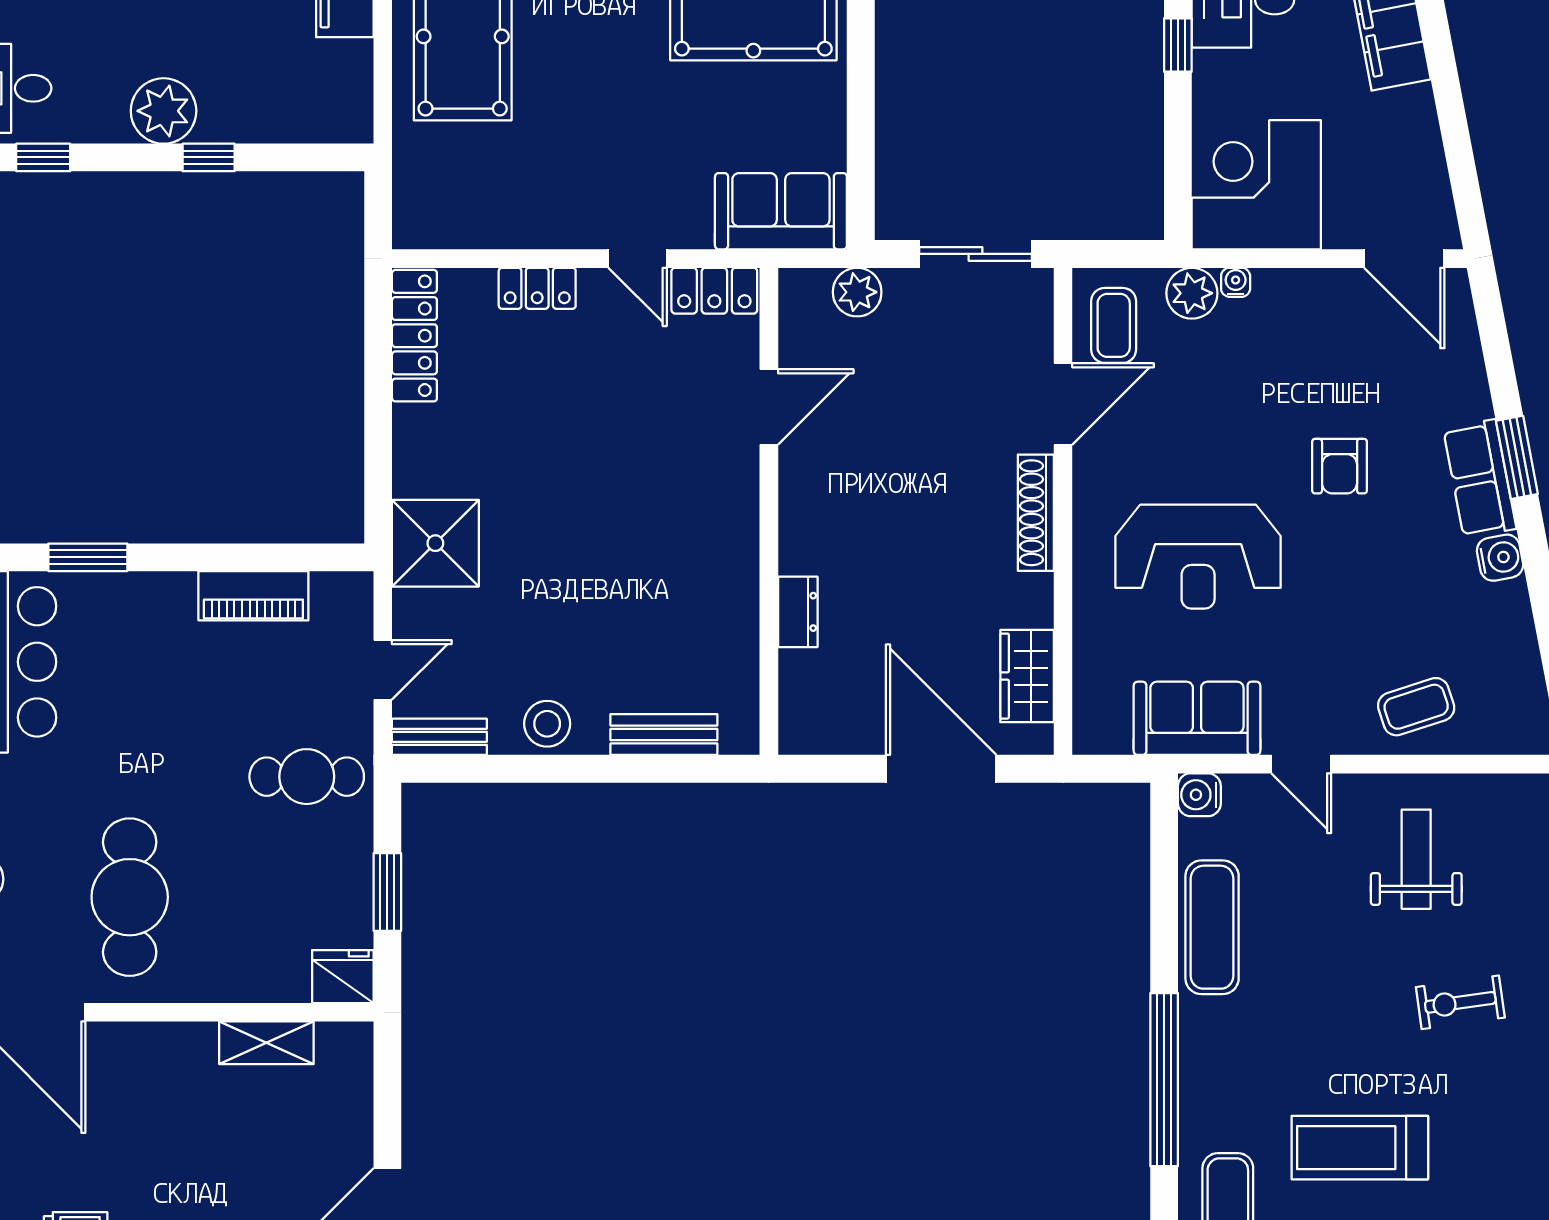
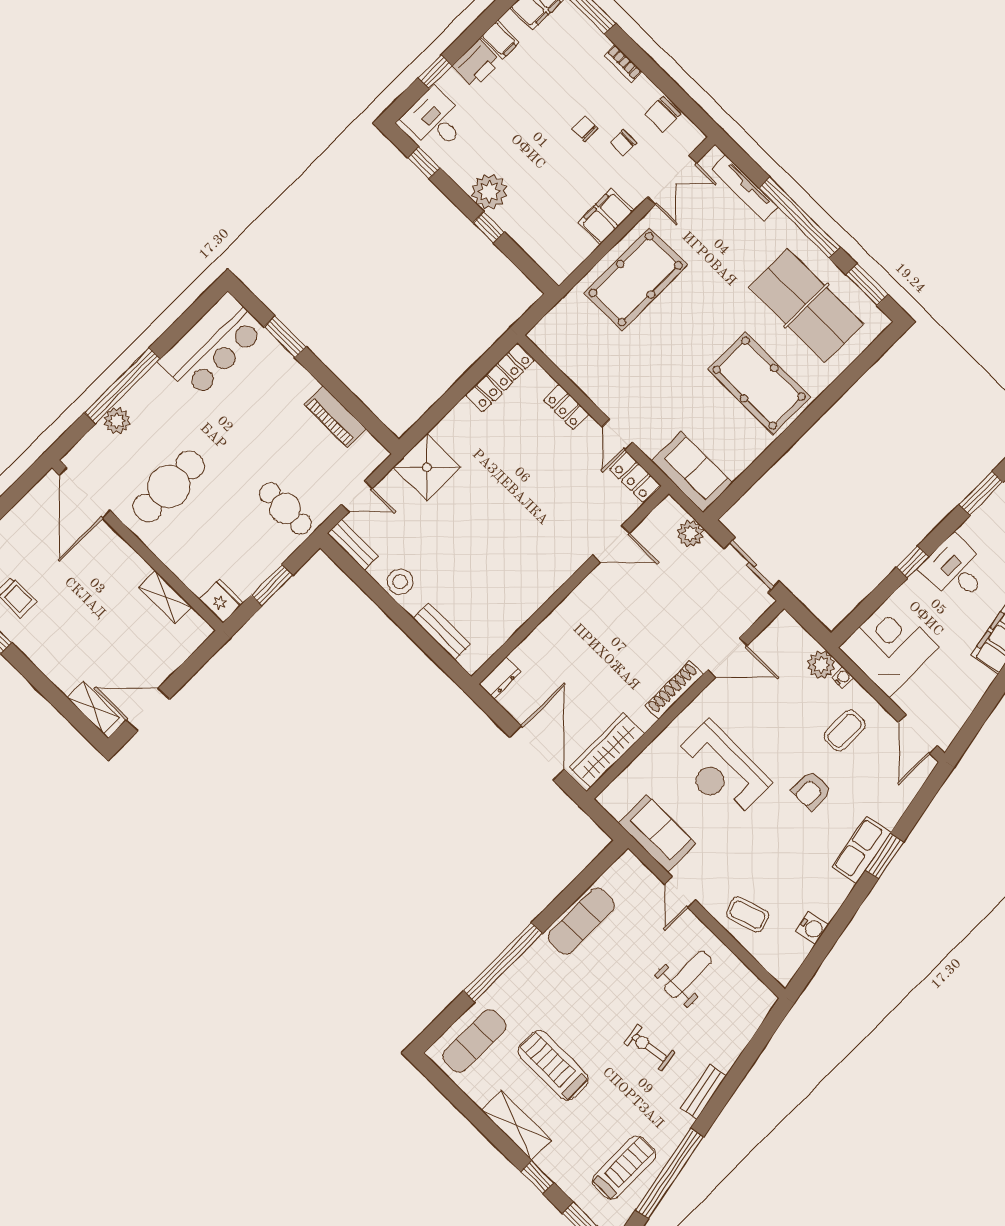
coffee table: (1114, 325) -> (845, 730), moved
water cooler: (1500, 558) -> (812, 928), moved
dresser: (798, 612) -> (500, 678), moved
wardrobe: (1027, 676) -> (607, 750), width x1.50
water cooler: (1199, 795) -> (628, 864), removed

